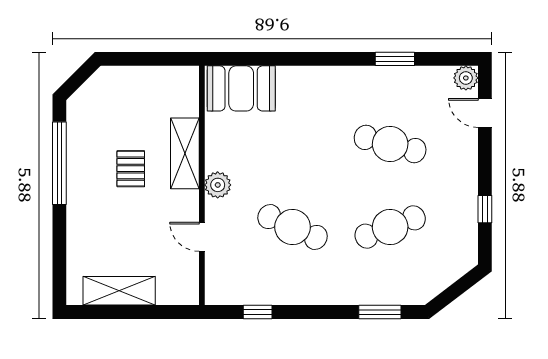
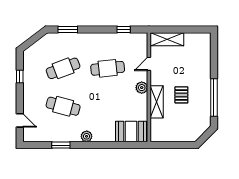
plant: (466, 78) -> (87, 136), moved
cafe table: (293, 227) -> (108, 68), turned -30
door: (202, 237) -> (149, 64), swing flipped
shelving: (119, 291) -> (167, 39), moved

